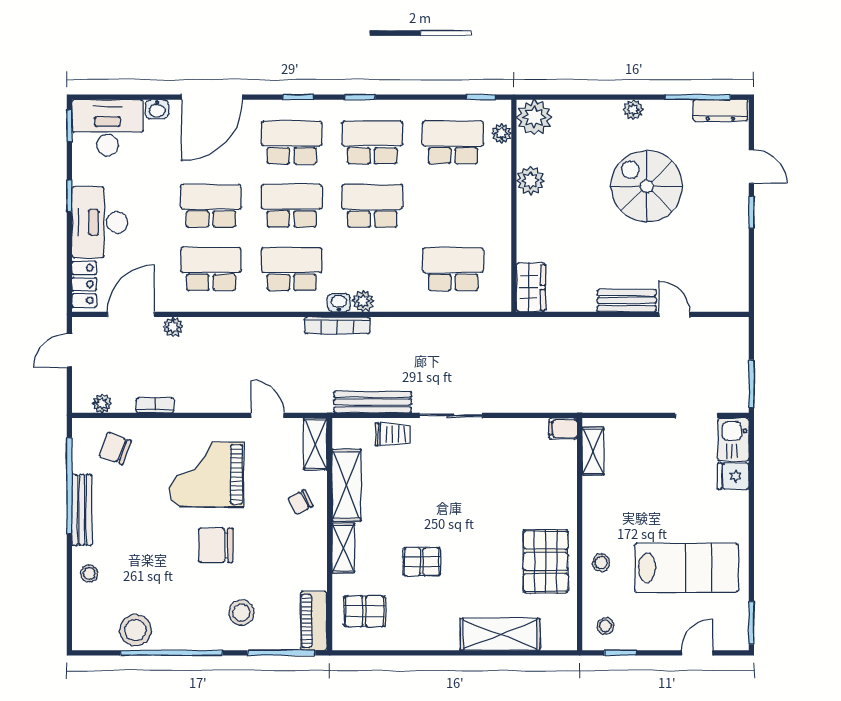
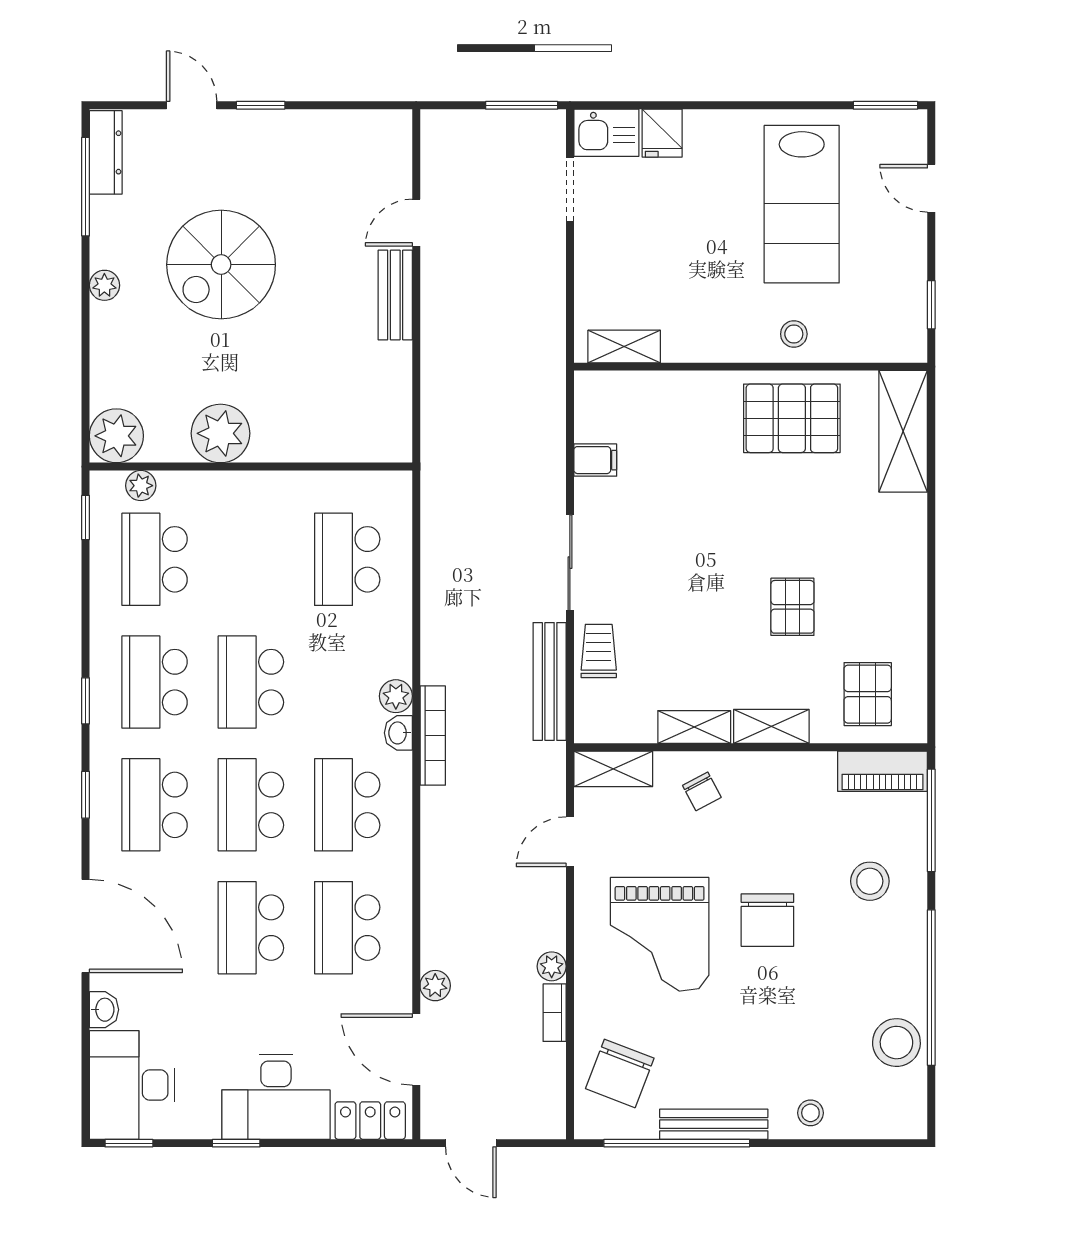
door: (751, 167) -> (192, 105), hinge flipped
plant: (531, 181) -> (221, 433), width x1.36, depth x1.36
wardrobe: (531, 287) -> (375, 441), removed
plant: (102, 403) -> (552, 966), moved
filing cabinet: (563, 429) -> (595, 460), moved, turned -90
chair: (115, 448) -> (620, 1073), width x1.37, depth x1.37
shelving: (346, 485) -> (694, 727), width x0.67, depth x0.75
lab bench: (686, 568) -> (802, 204), turned 180
stool: (605, 626) -> (890, 327), removed
shelving: (500, 634) -> (903, 431), moved

